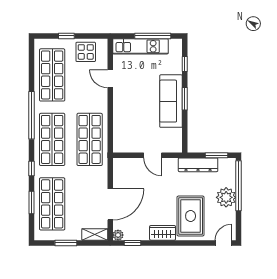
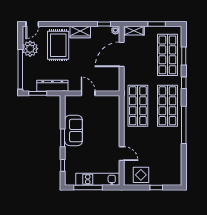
shop shelf: (52, 75) -> (167, 157), removed
sofa: (171, 101) -> (74, 130), width x0.73
plant: (226, 197) -> (30, 49), moved

